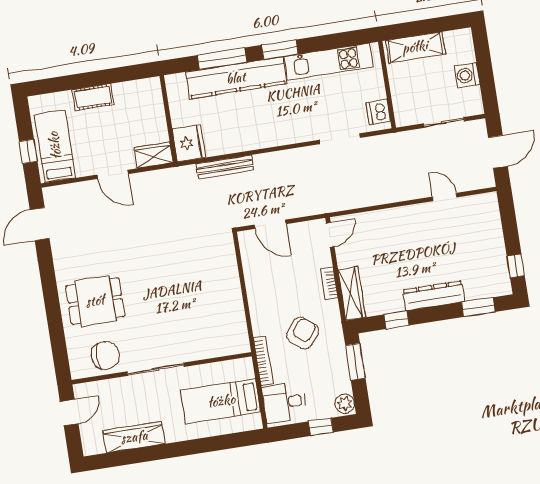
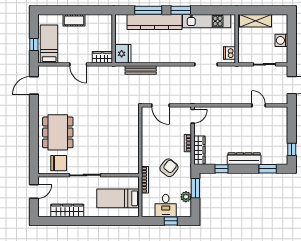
dining table: (95, 301) -> (58, 132), width x1.38
desk: (284, 403) -> (166, 206), moved, turned -90
plant: (345, 404) -> (186, 197), moved

